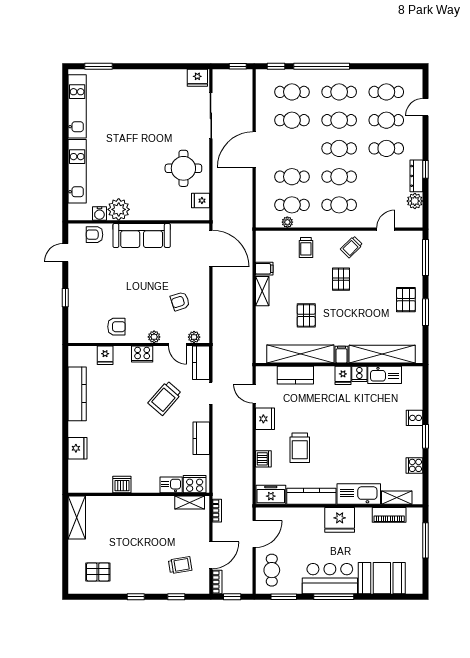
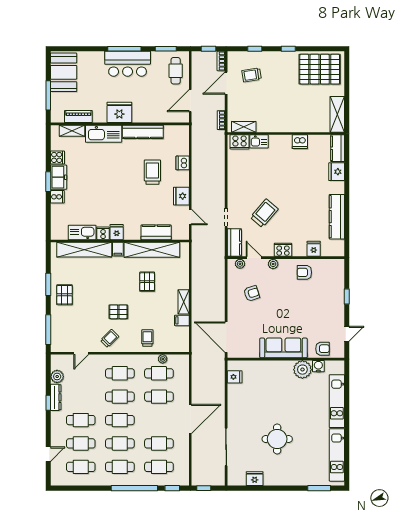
fridge: (197, 78) -> (255, 479), moved
round table: (183, 168) -> (277, 439), moved
pallet: (341, 279) -> (118, 312), turned 90
kitchen counter: (201, 438) -> (338, 148), moved, turned 180
freezer: (271, 495) -> (59, 177), moved, turned -90
pallet: (98, 572) -> (320, 69), width x2.05, depth x2.00
booth: (382, 578) -> (64, 72), moved, turned 90

